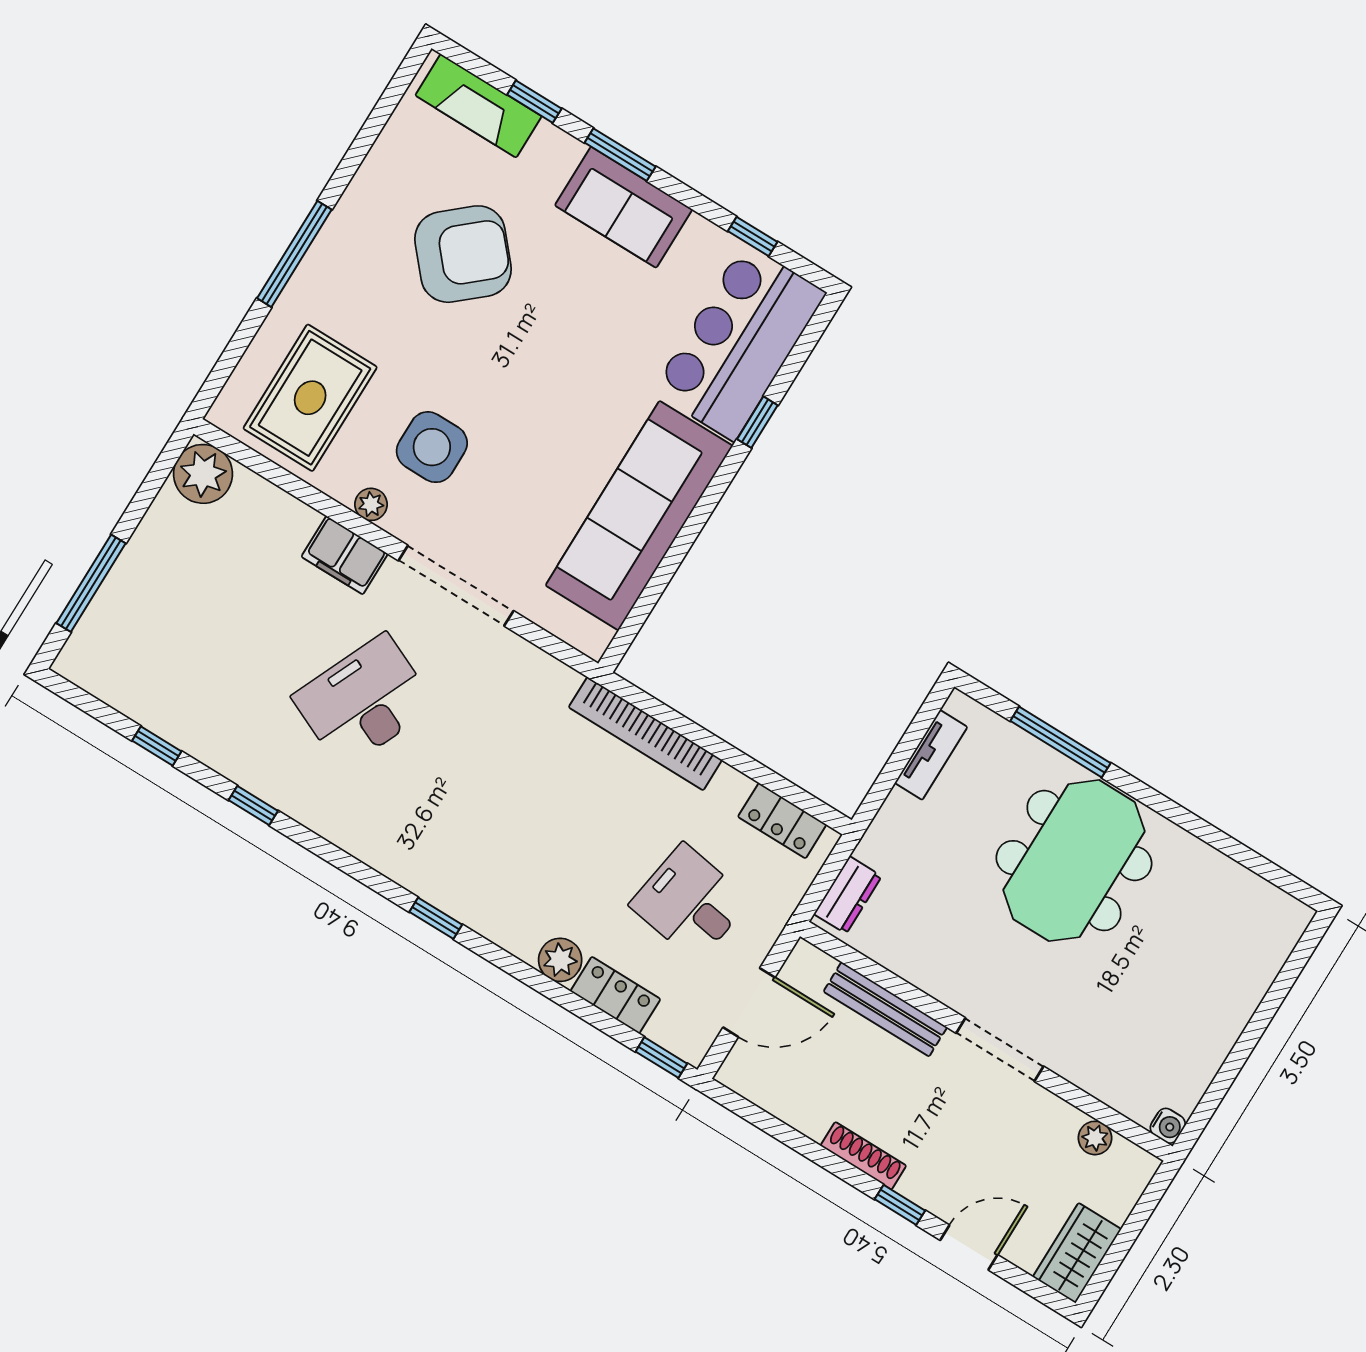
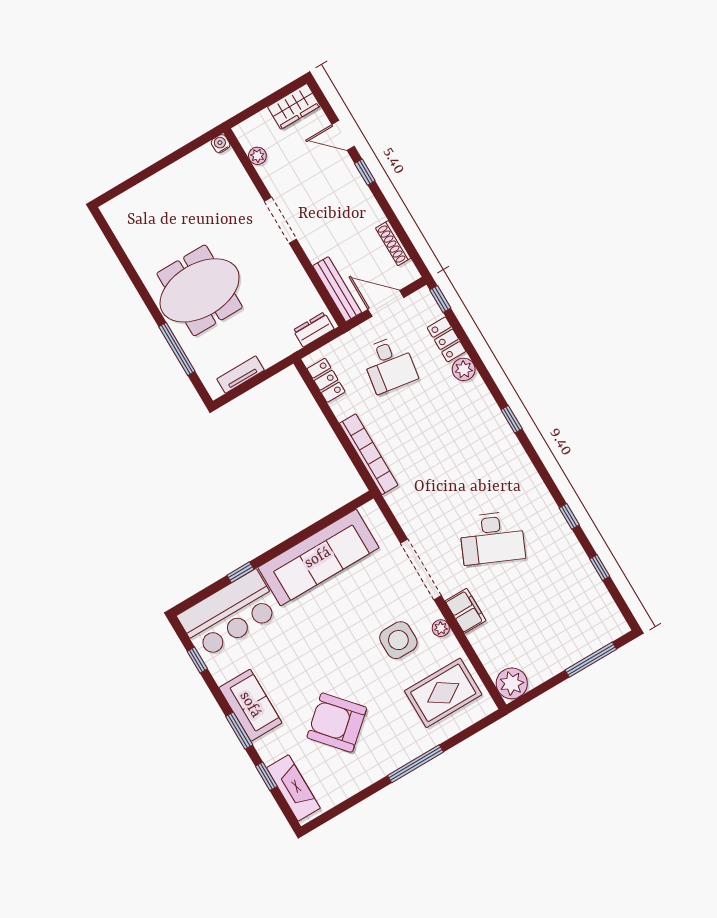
bench: (885, 1009) -> (337, 289), moved
shoe rack: (863, 1156) -> (393, 243), moved

